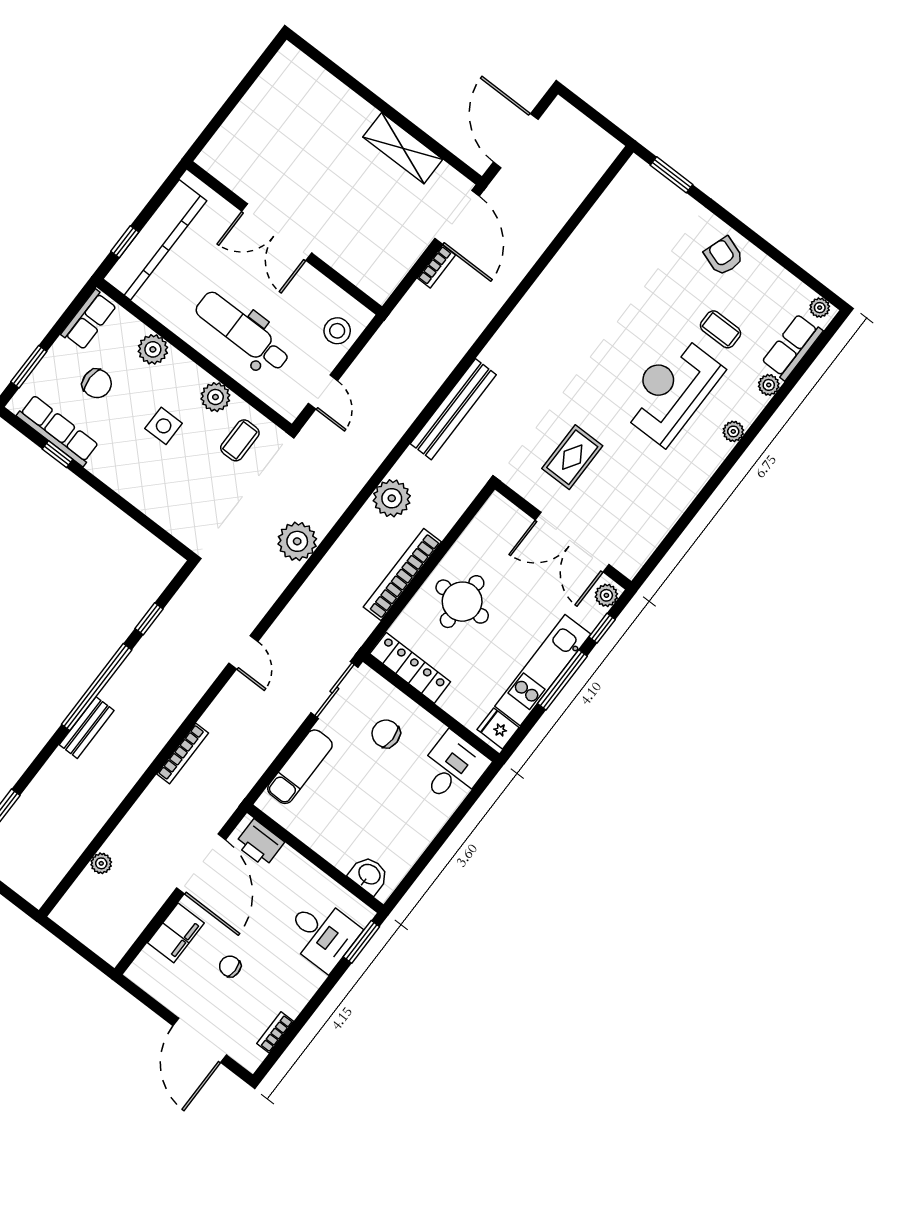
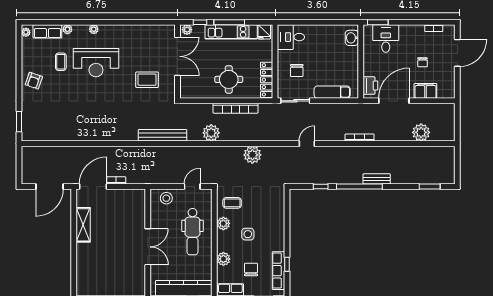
plant: (101, 863) -> (421, 132), width x1.88, depth x1.88

